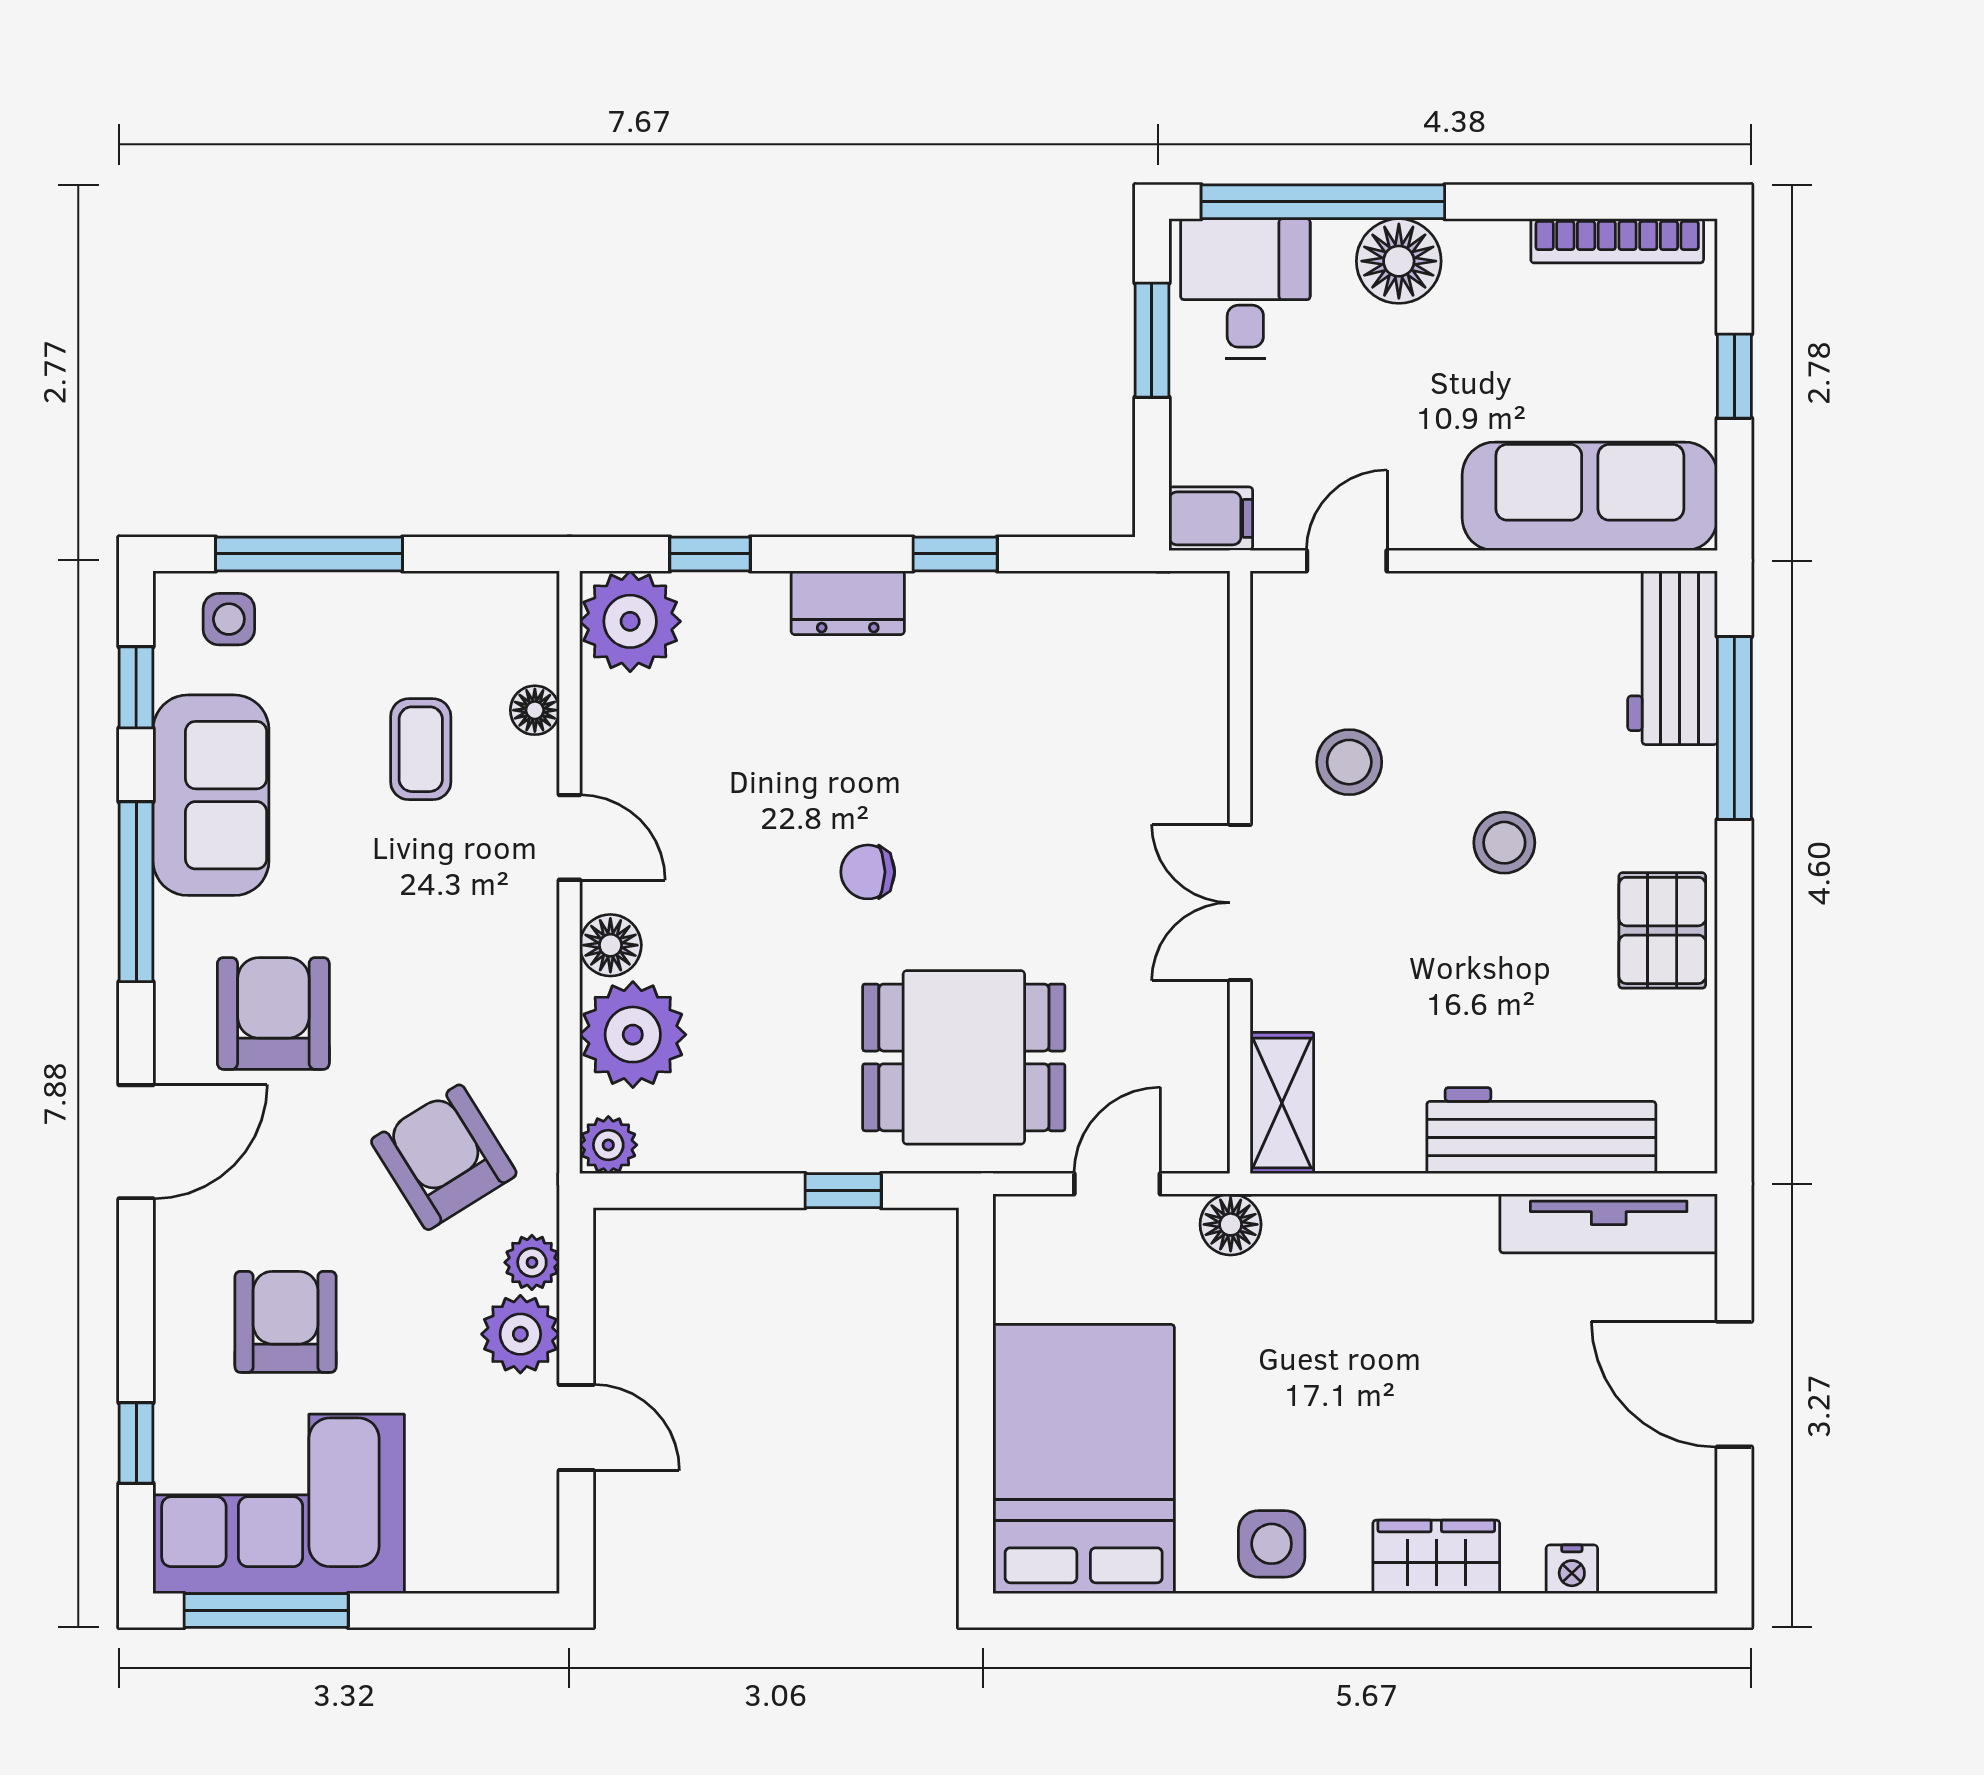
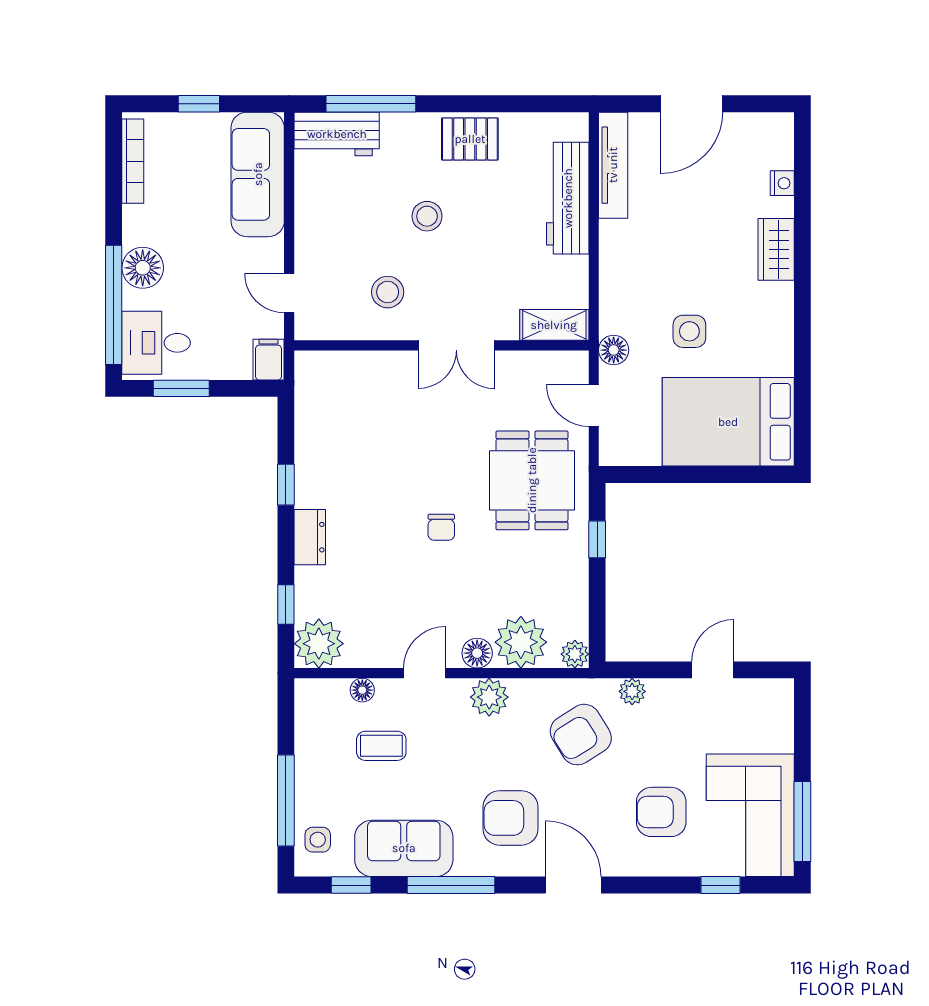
plant: (520, 1334) -> (489, 697), moved
side table: (1272, 1544) -> (689, 331), moved

